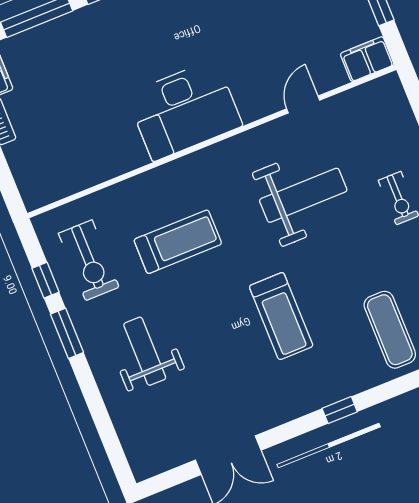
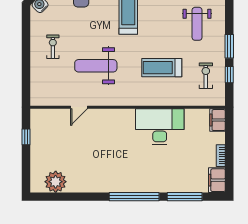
filing cabinet: (367, 59) -> (218, 120), moved, turned 90
desk: (184, 110) -> (160, 127), moved
exercise bike: (89, 260) -> (206, 76), width x0.73, depth x0.72

